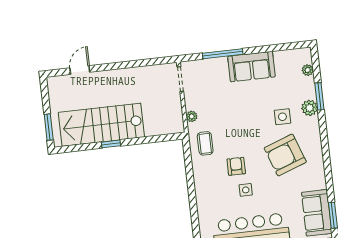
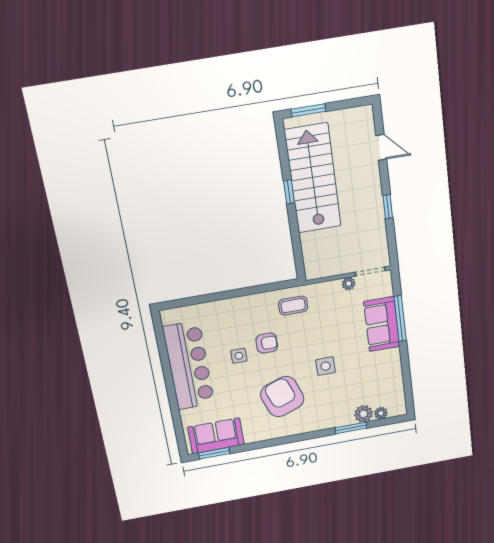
window: (127, 65) -> (388, 207), added
sofa: (251, 67) -> (382, 324), moved
plant: (310, 108) -> (364, 414), moved
plant: (192, 116) -> (349, 284), moved
side table: (282, 117) -> (326, 366), moved

